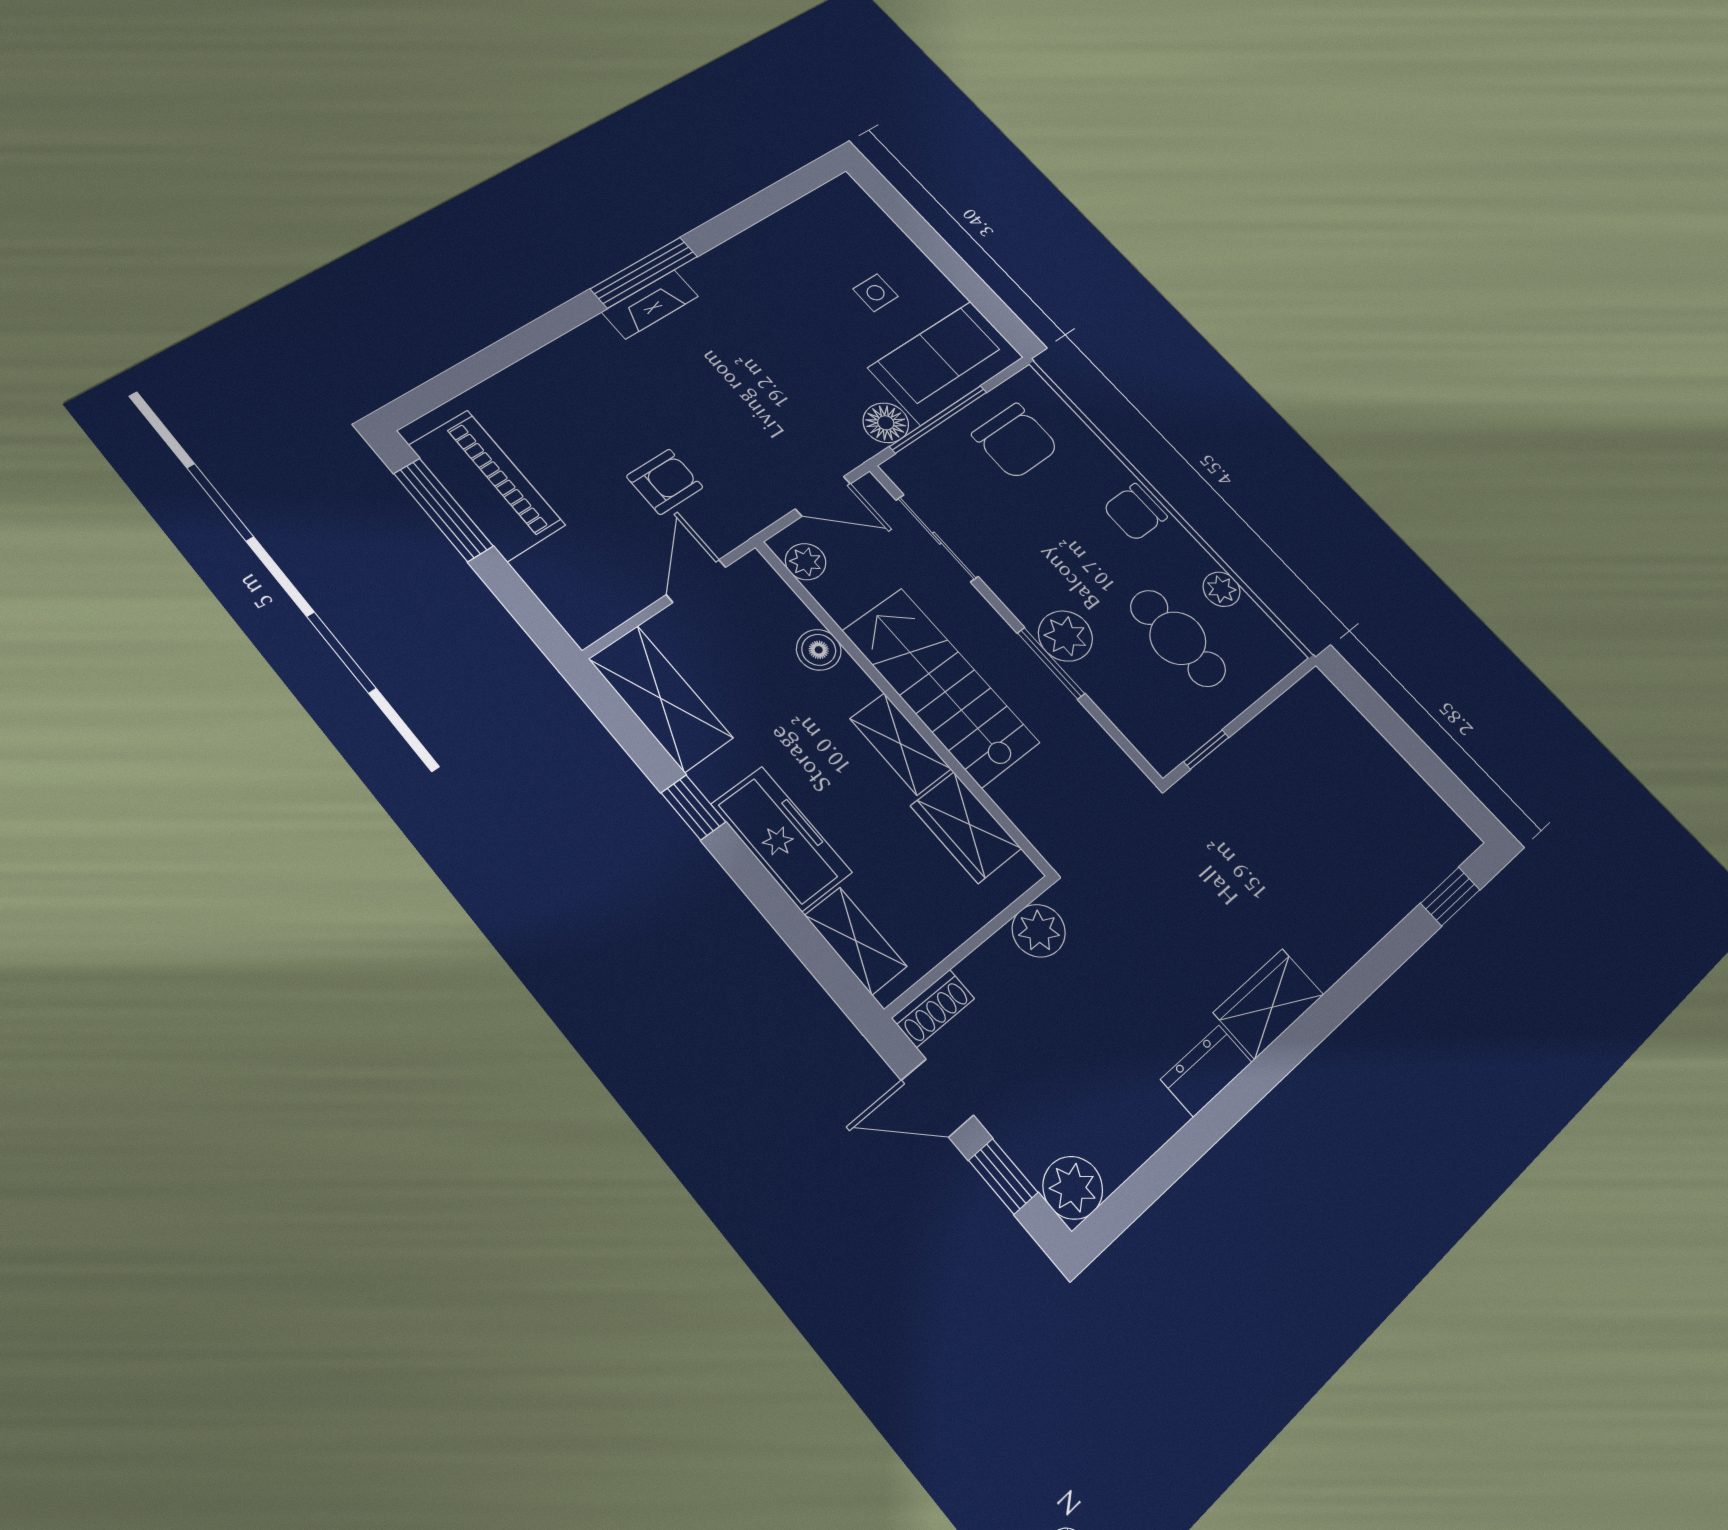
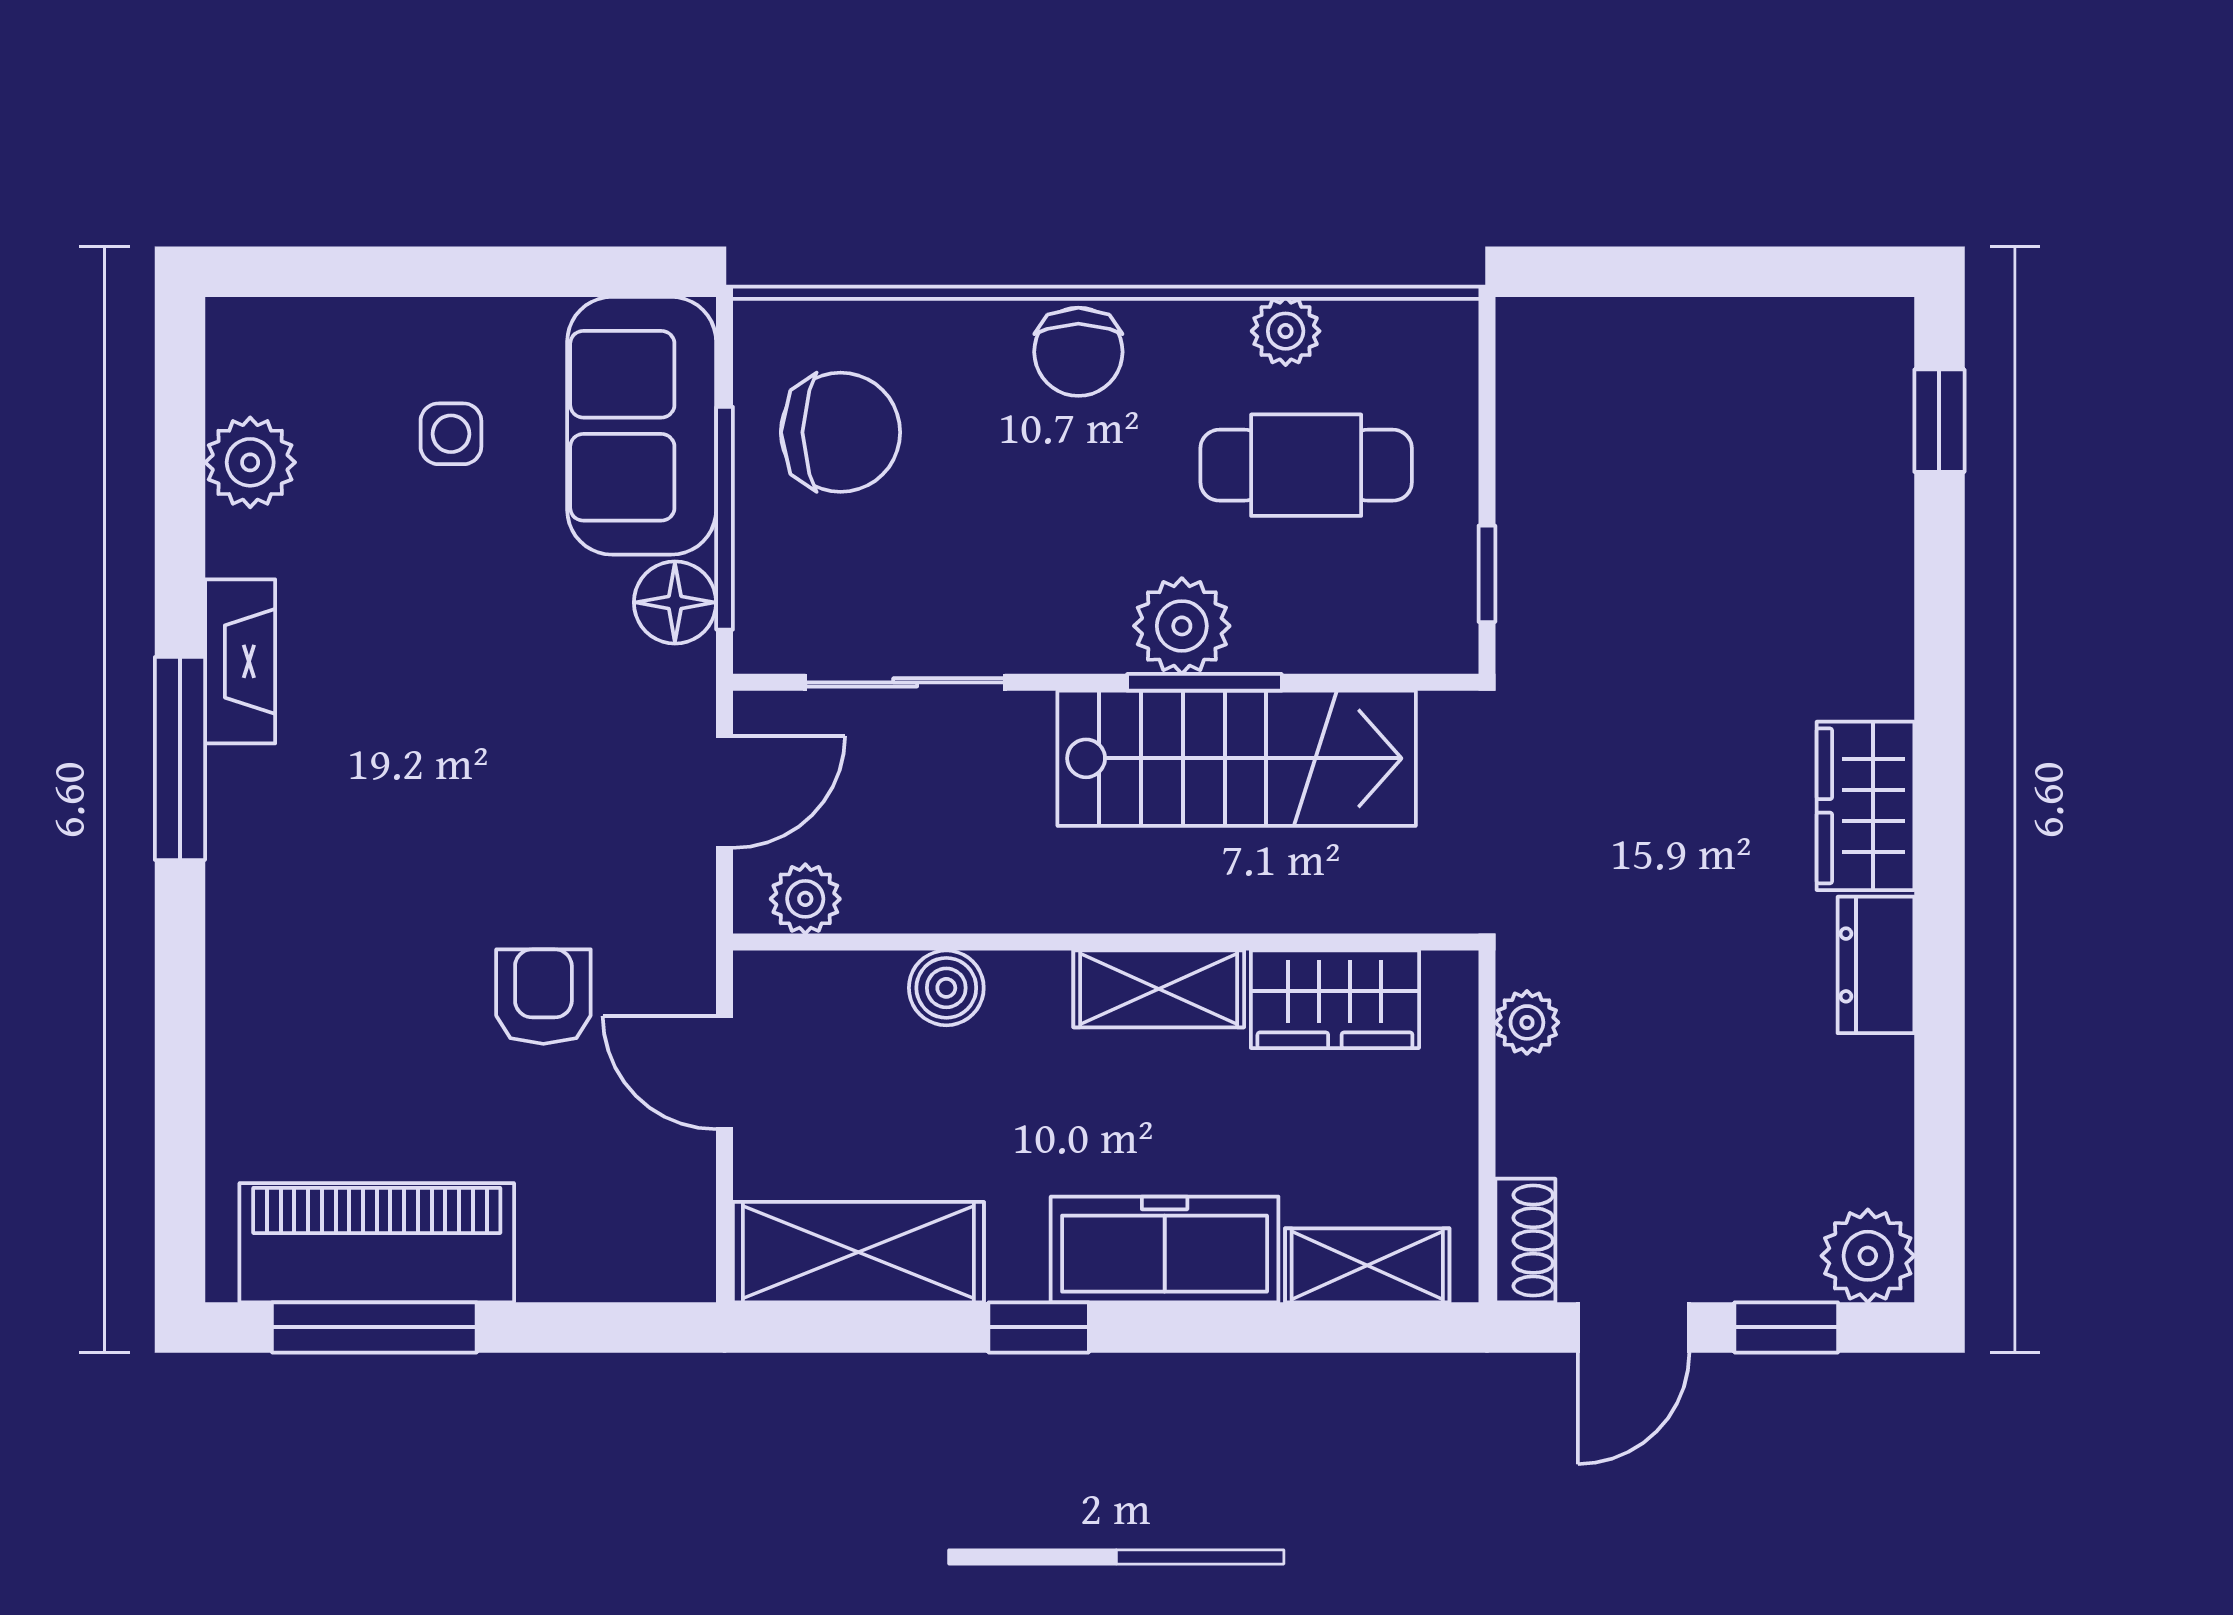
plant: (794, 226) -> (250, 462), added
fireplace: (650, 304) -> (240, 661), moved
stairs: (940, 687) -> (1237, 758), moved, turned 180
plant: (1039, 931) -> (1527, 1022), width x0.73, depth x0.73

